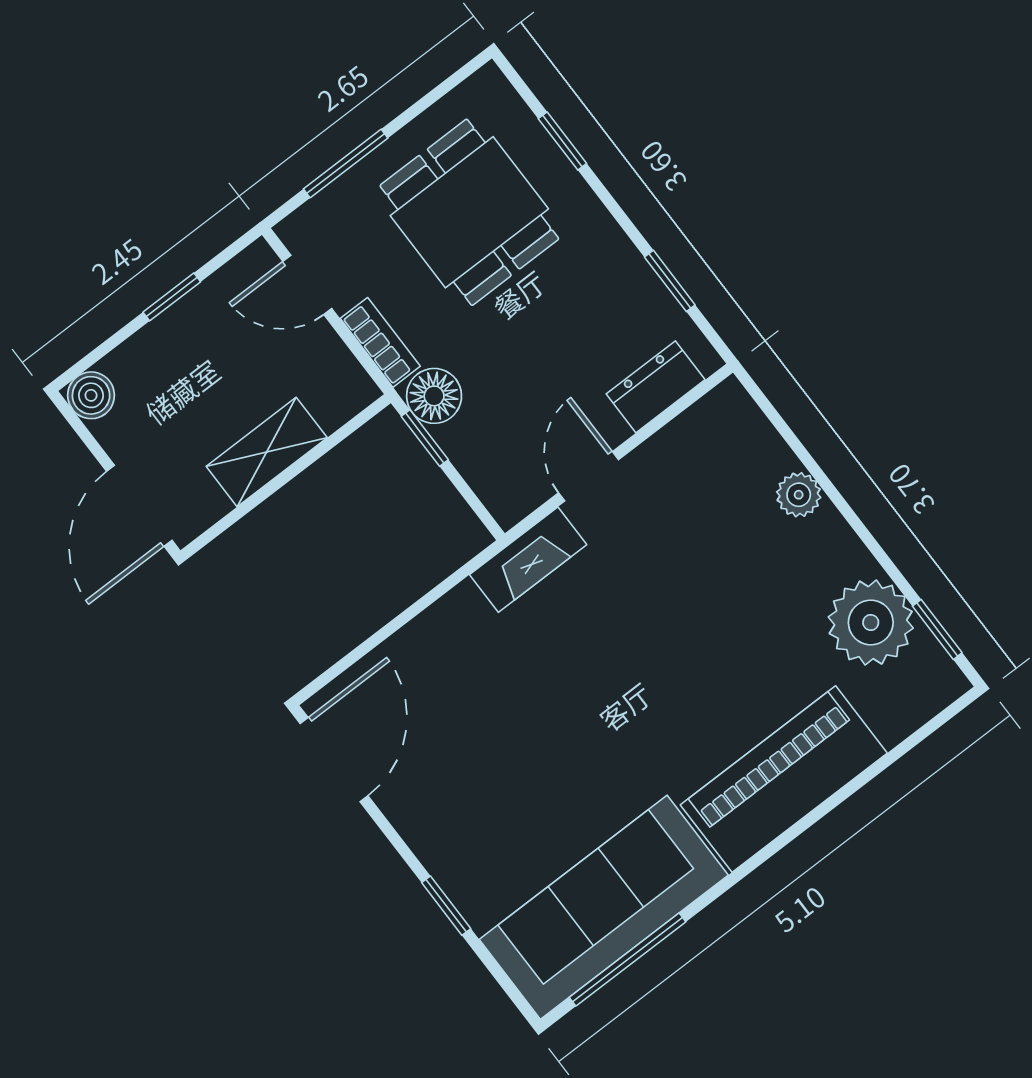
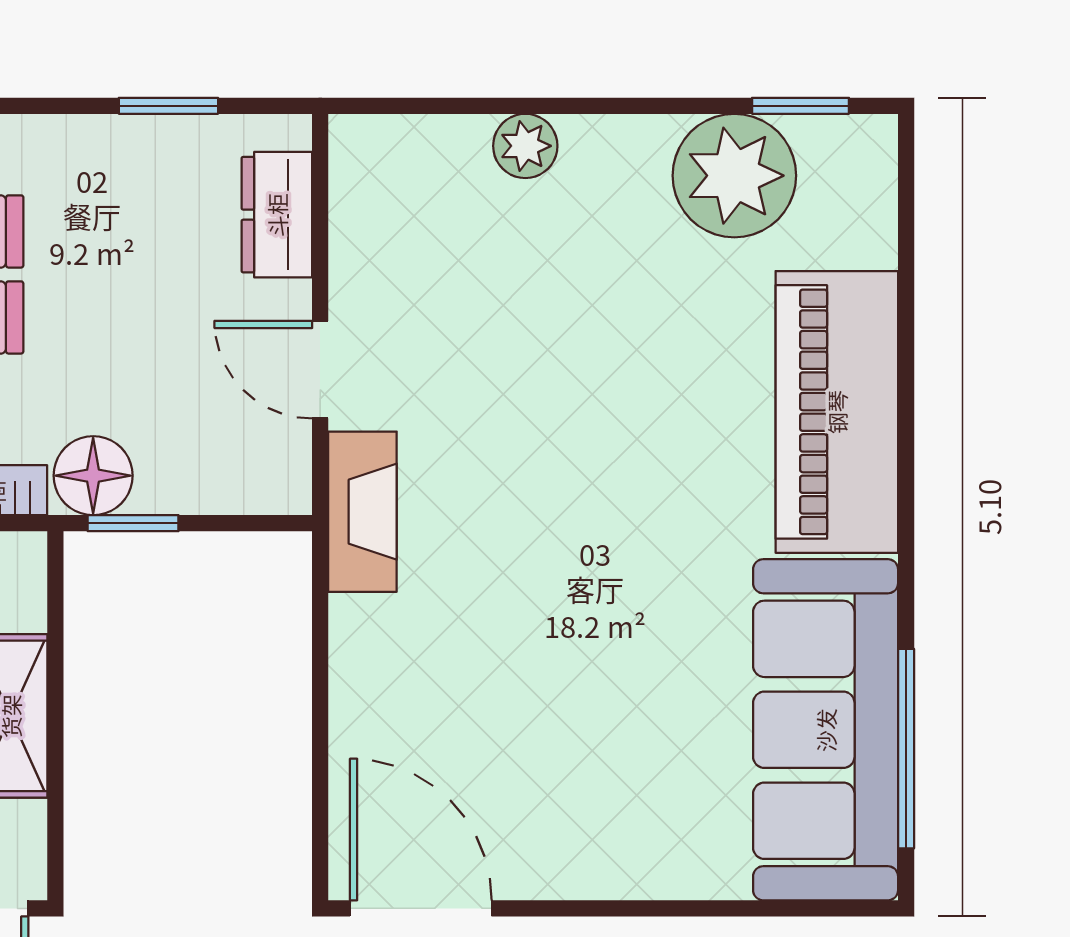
window: (446, 906) -> (686, 908), removed

